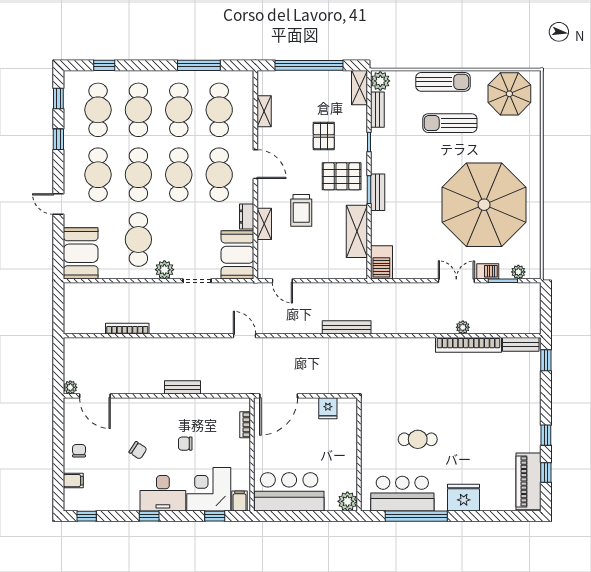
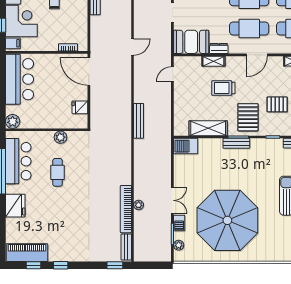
plant: (369, 435) -> (60, 137), added

